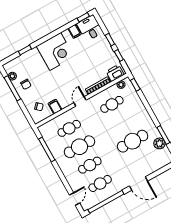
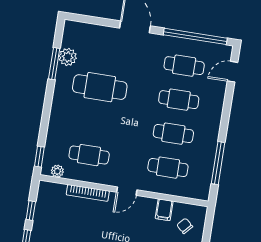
printer: (115, 73) -> (53, 192), removed
cafe table: (79, 147) -> (173, 134), width x0.73, depth x0.74

